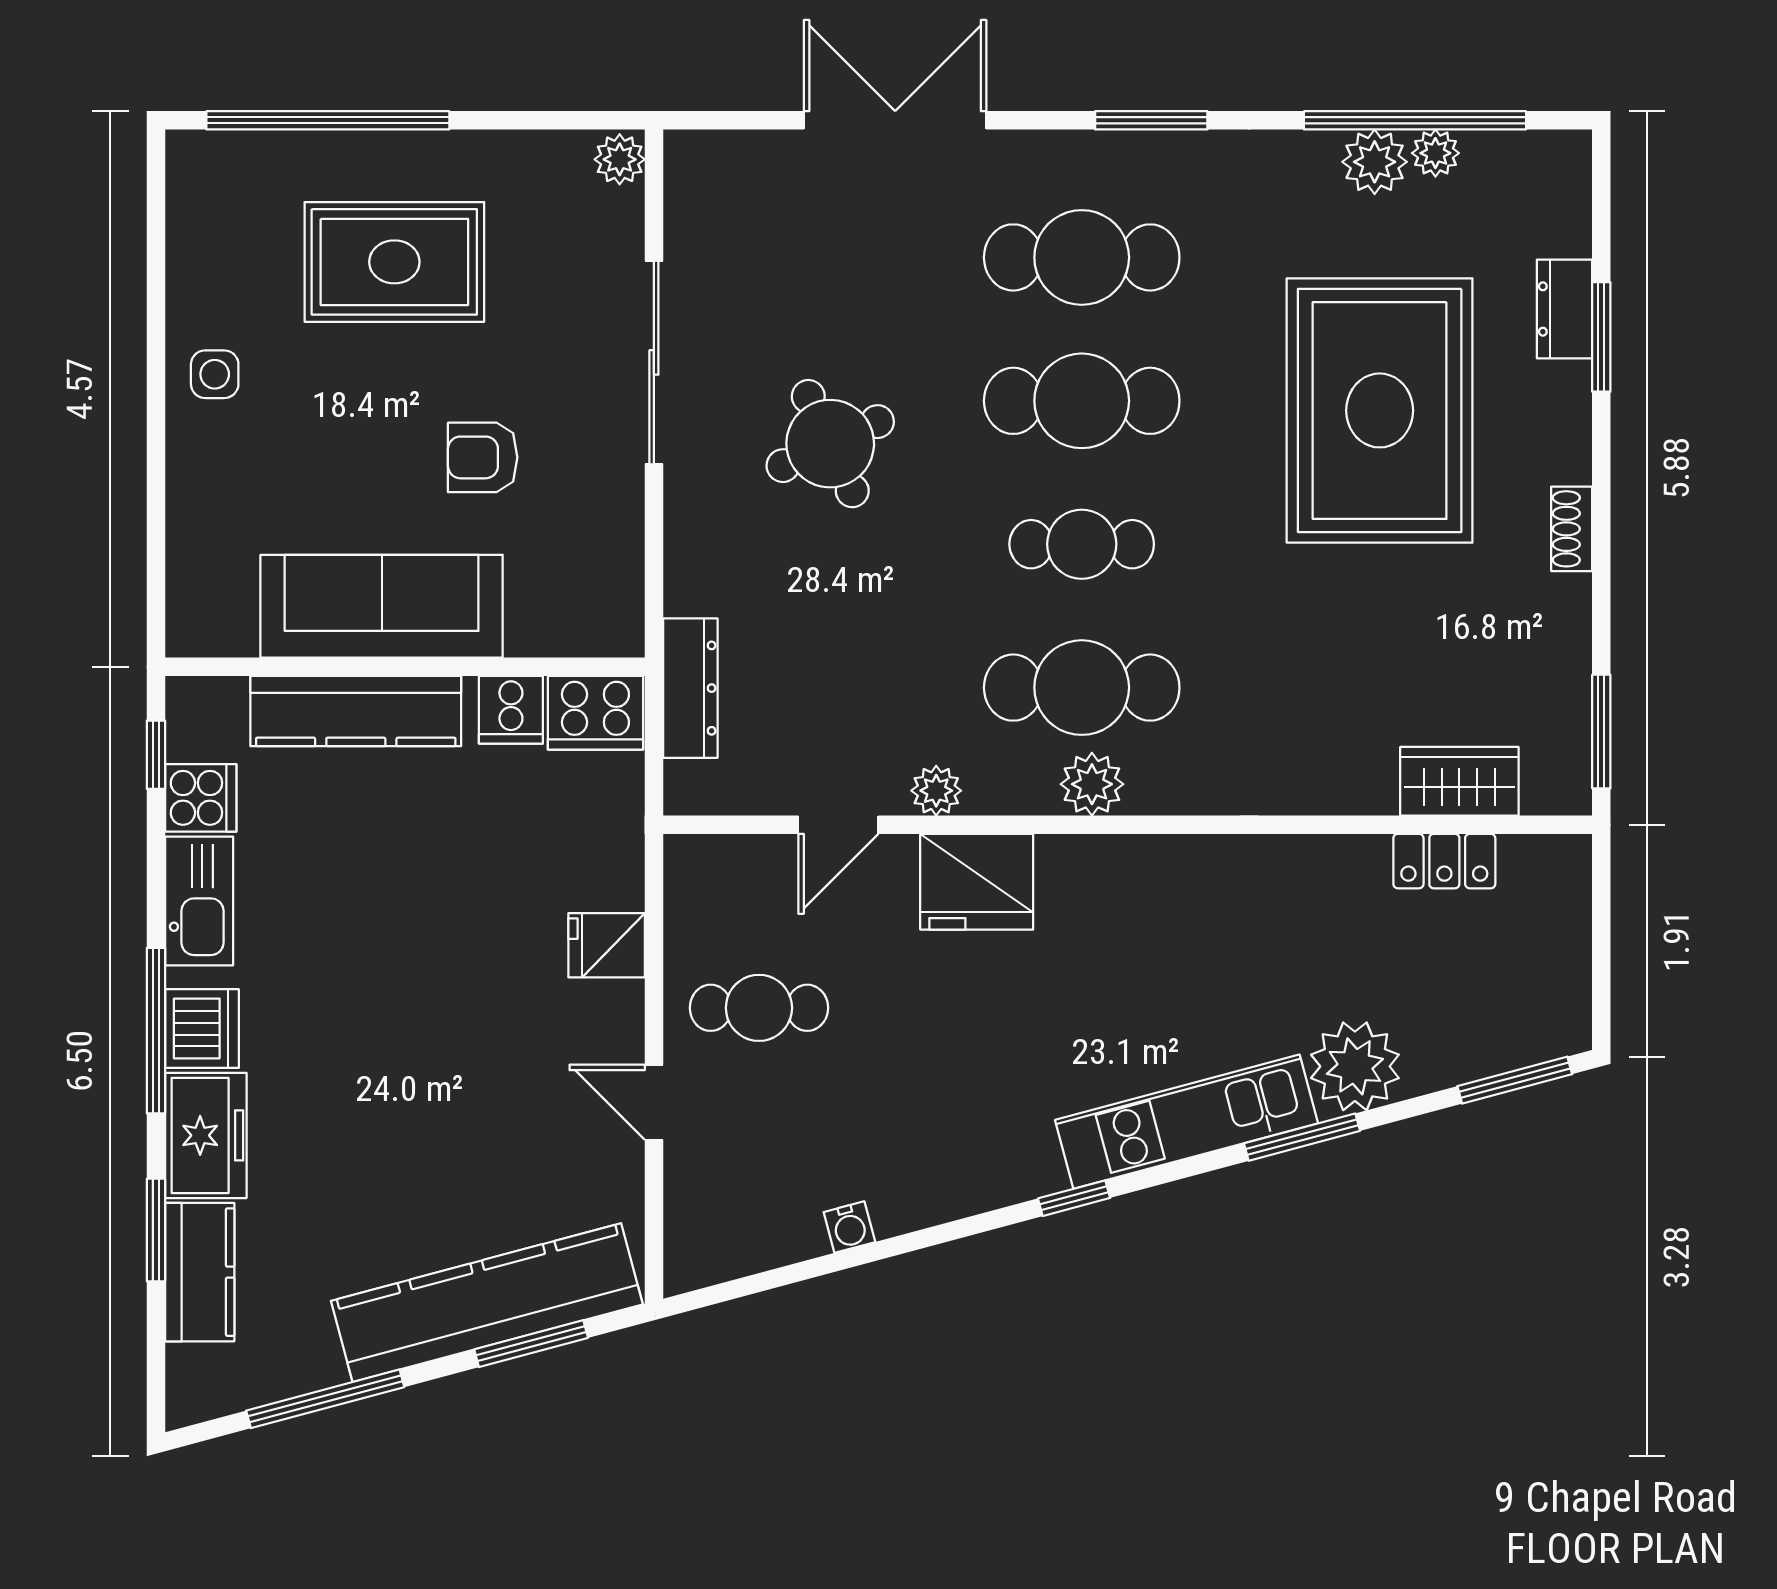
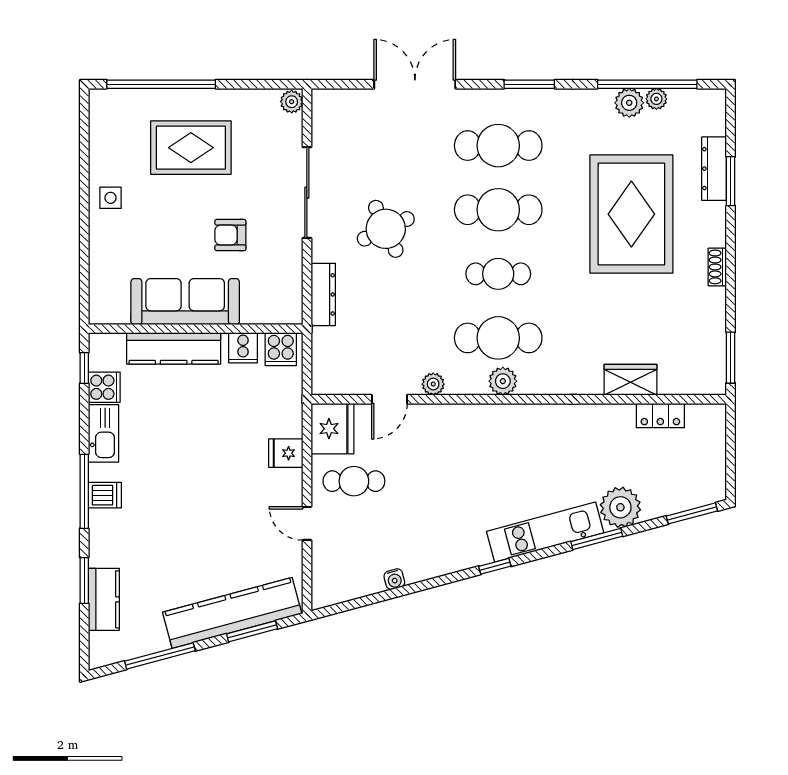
dresser: (1564, 309) -> (714, 169), width x1.44
dresser: (690, 688) -> (323, 294), moved
cooker: (595, 713) -> (281, 349), width x0.73
wardrobe: (1459, 781) -> (630, 380), moved
fridge: (977, 882) -> (332, 429), moved, turned -90
dishwasher: (202, 1029) -> (105, 495), width x0.73
freezer: (206, 1135) -> (107, 538), removed

